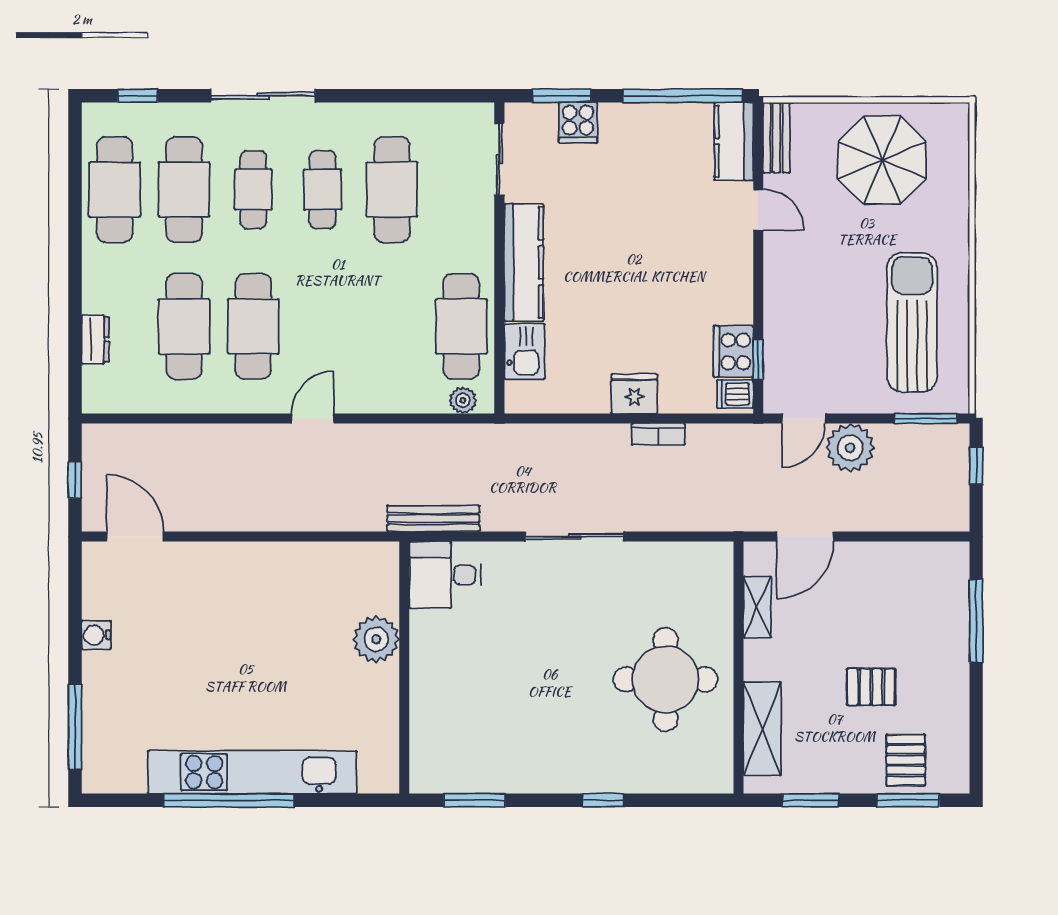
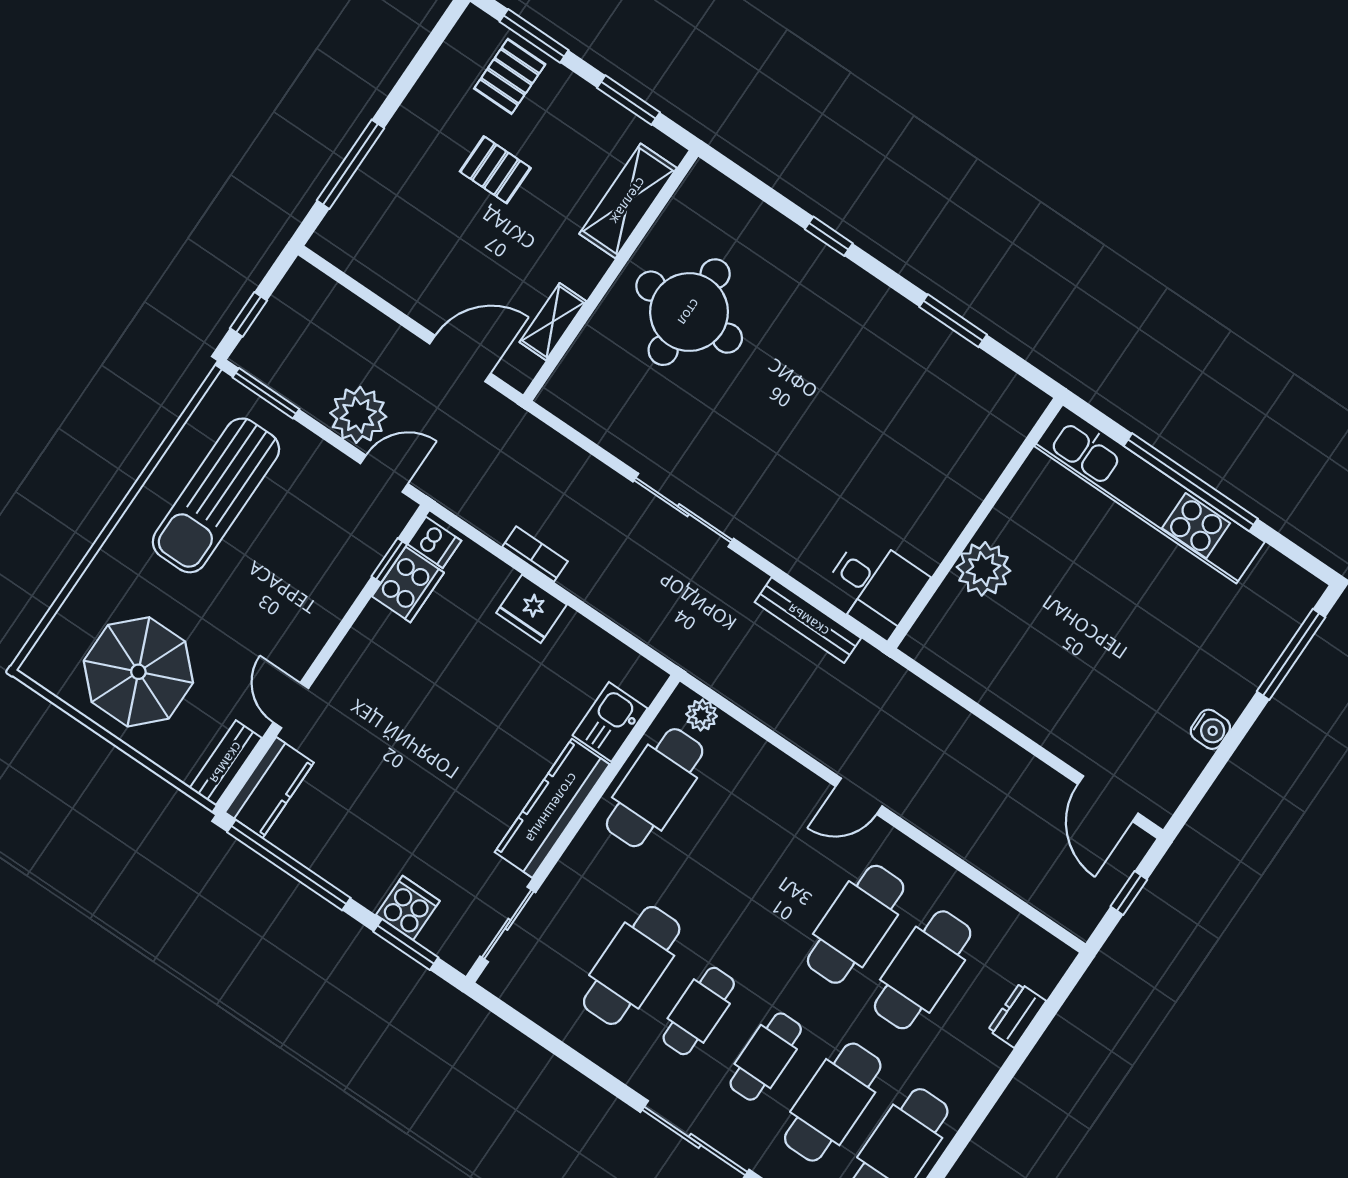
desk: (445, 575) -> (874, 586), moved
plant: (376, 639) -> (984, 569), moved
wall: (404, 668) -> (975, 523), moved

